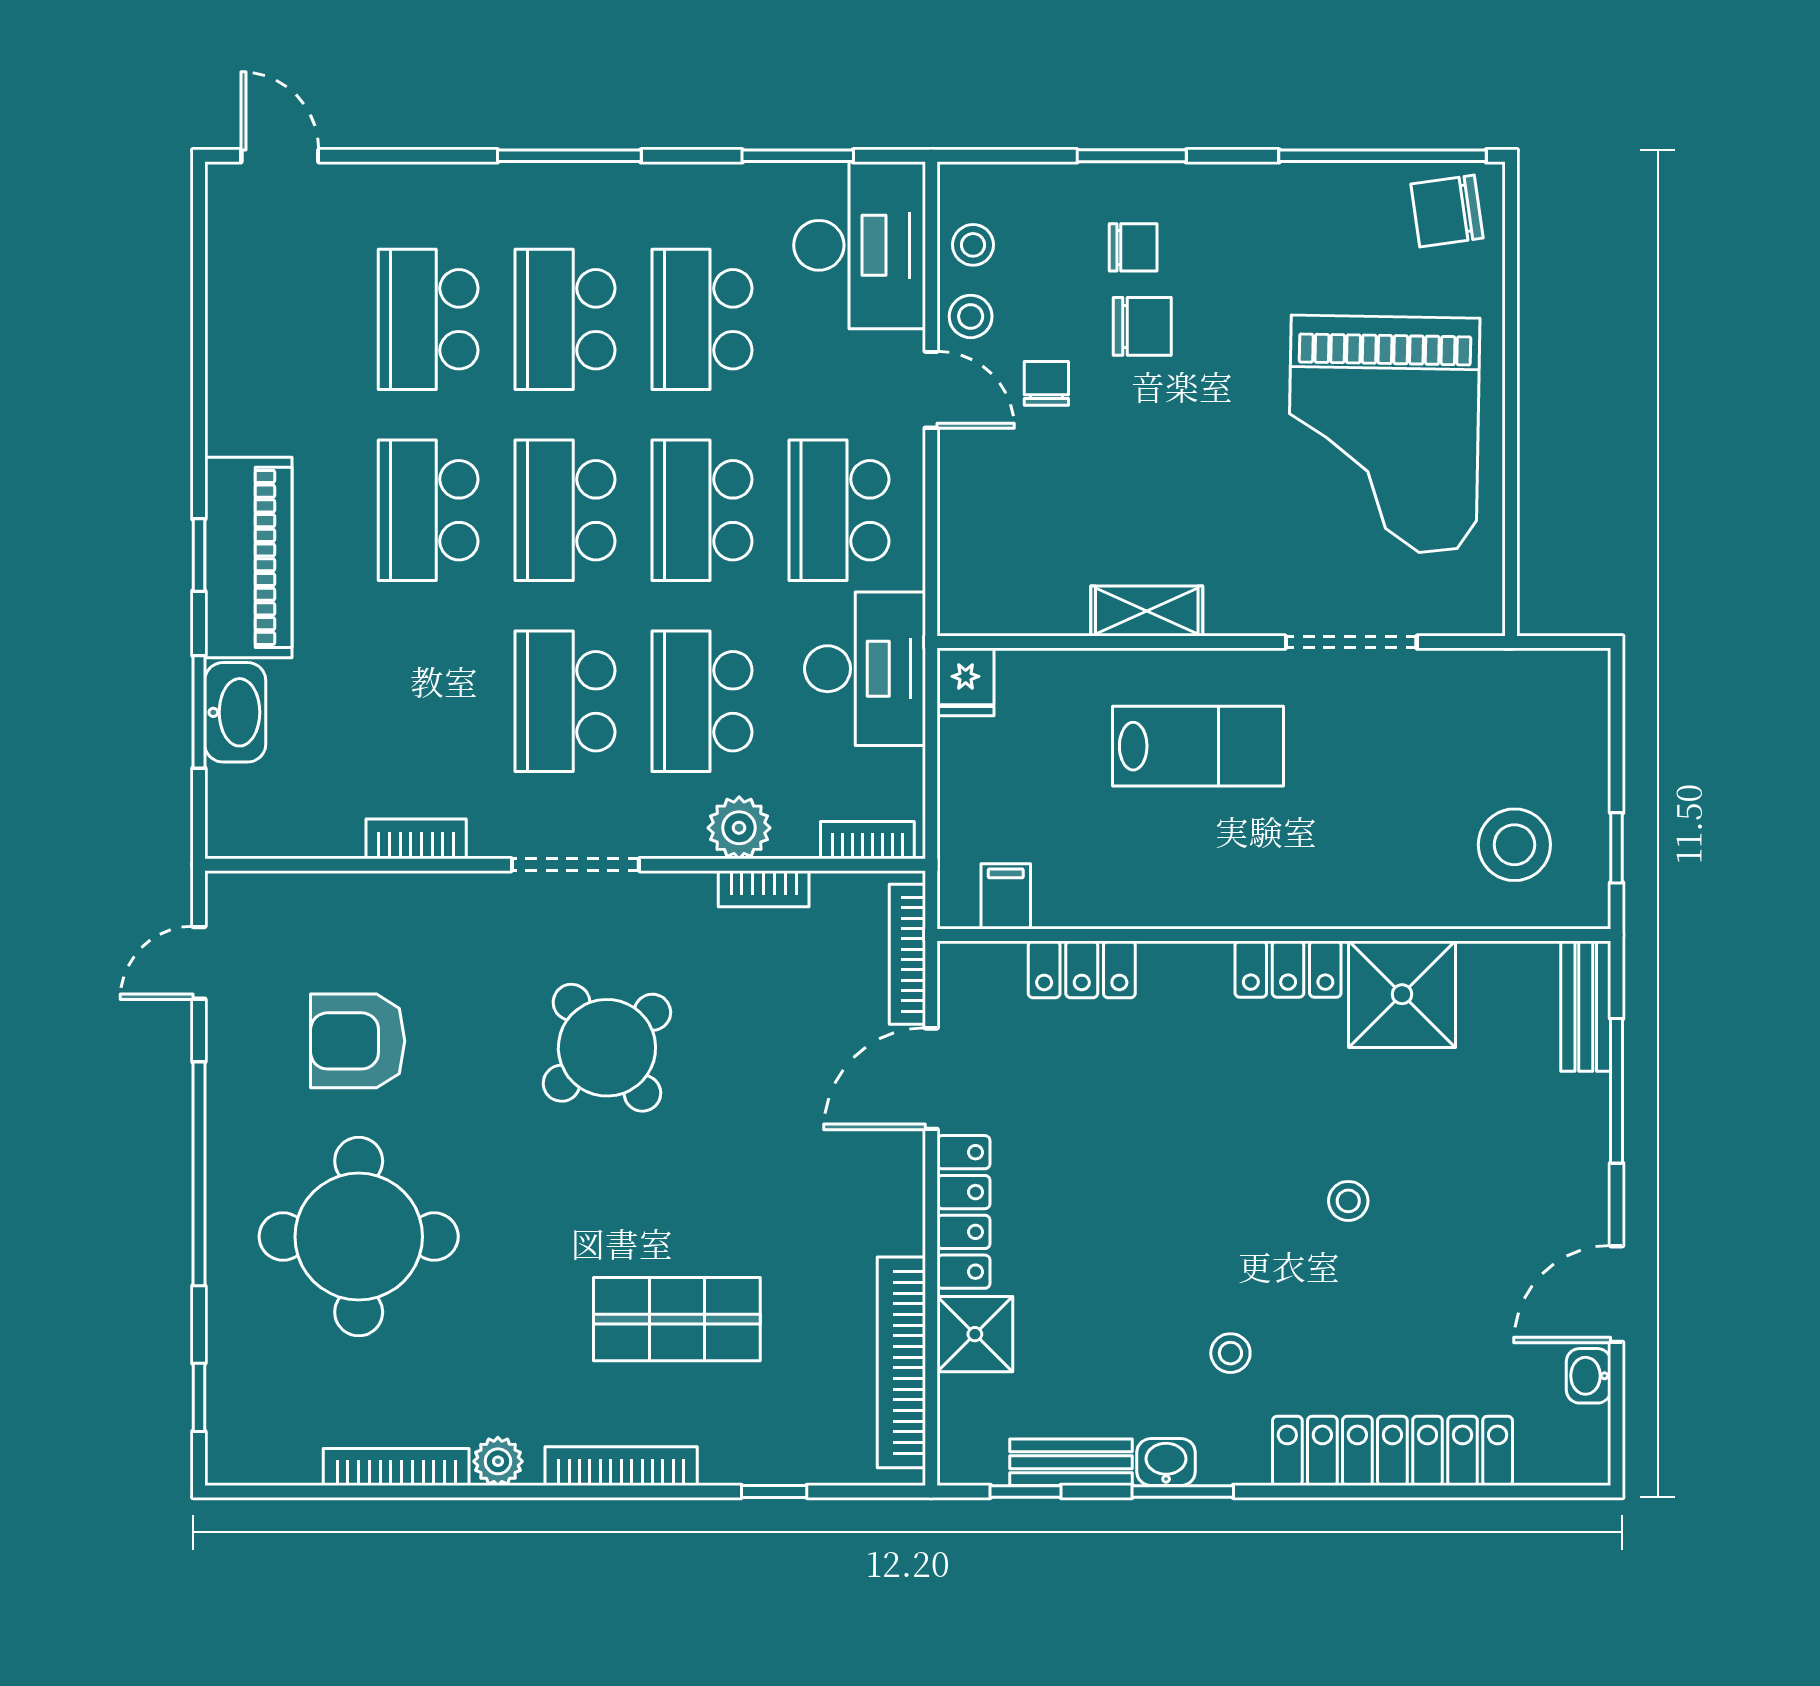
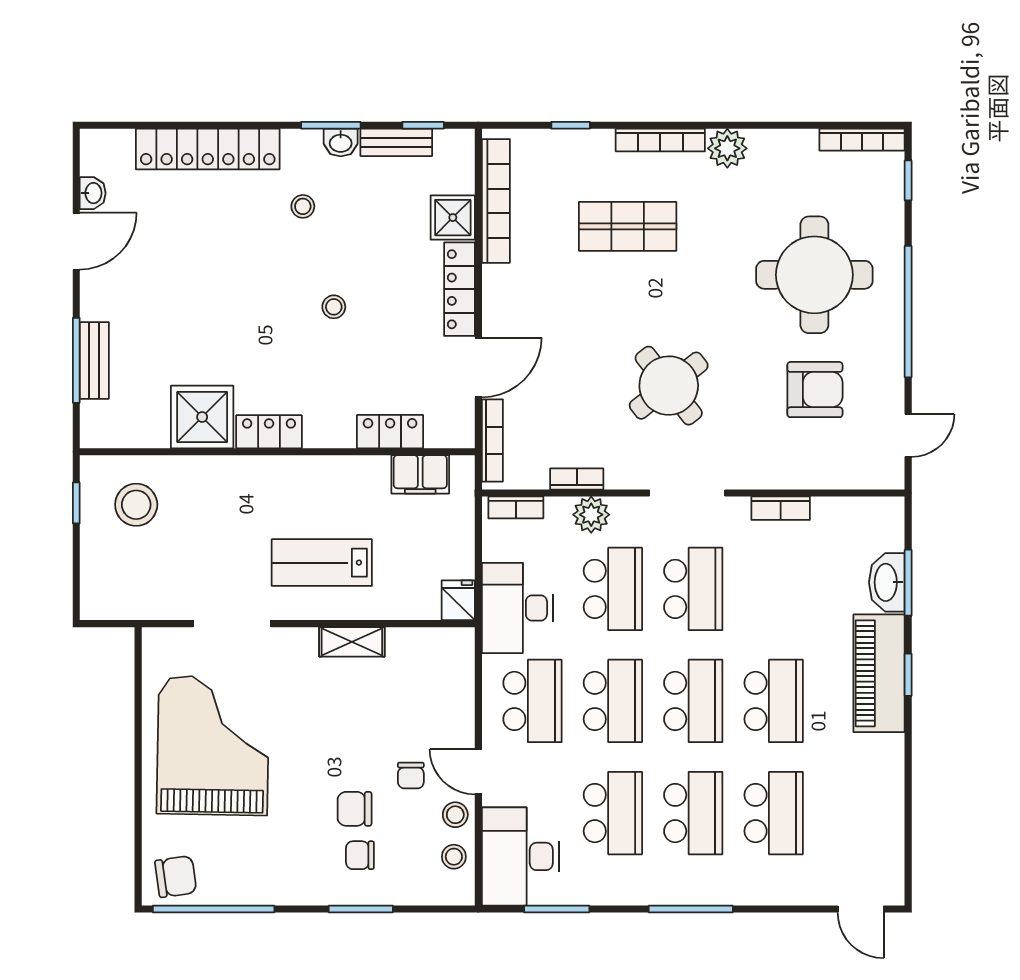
filing cabinet: (1006, 896) -> (420, 474), width x2.00
bench: (1586, 1006) -> (94, 360), moved
stool: (1348, 1201) -> (334, 307), moved
plant: (498, 1461) -> (727, 148), width x1.38, depth x1.38
bookcase: (396, 1467) -> (862, 140), moved

